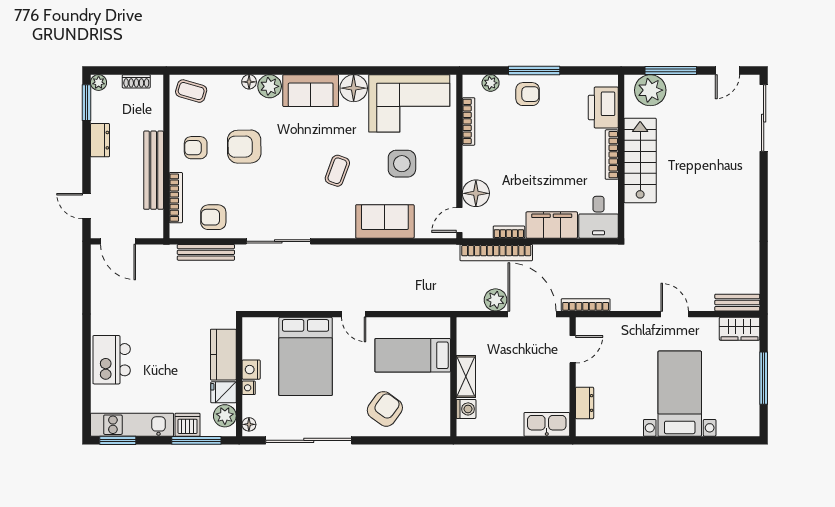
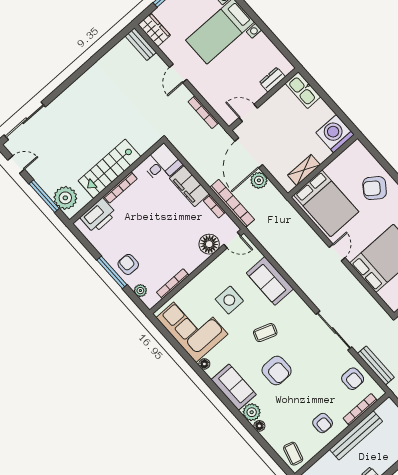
floor lamp: (354, 88) -> (204, 364), width x0.53, depth x0.53
armchair: (244, 147) -> (277, 370), moved
bookcase: (586, 305) -> (203, 112), moved
bed: (413, 355) -> (326, 203), width x1.50
shelving: (466, 376) -> (304, 170), moved
washing machine: (466, 409) -> (335, 134), width x1.89, depth x1.89

